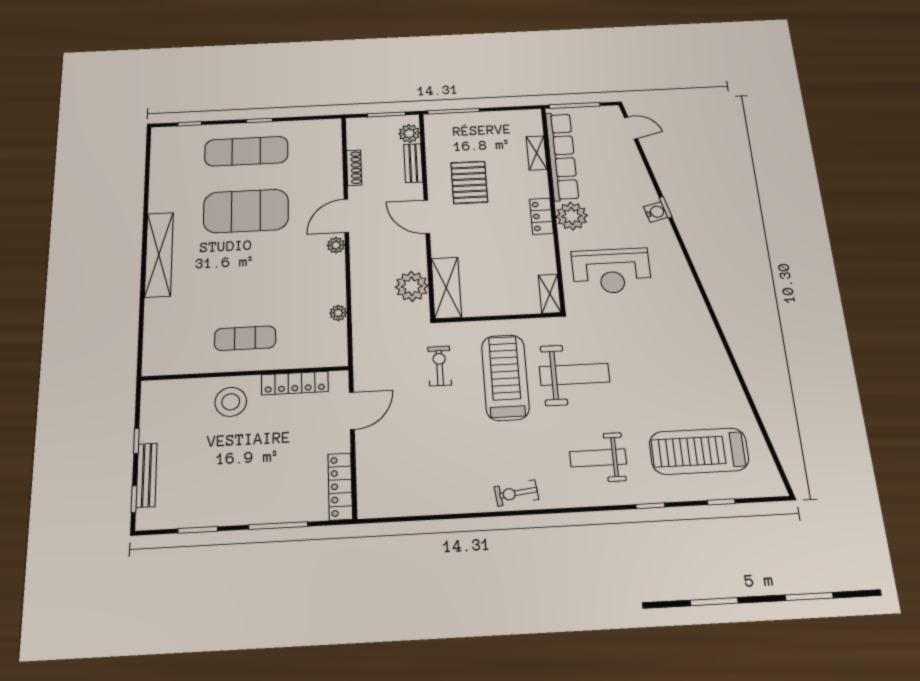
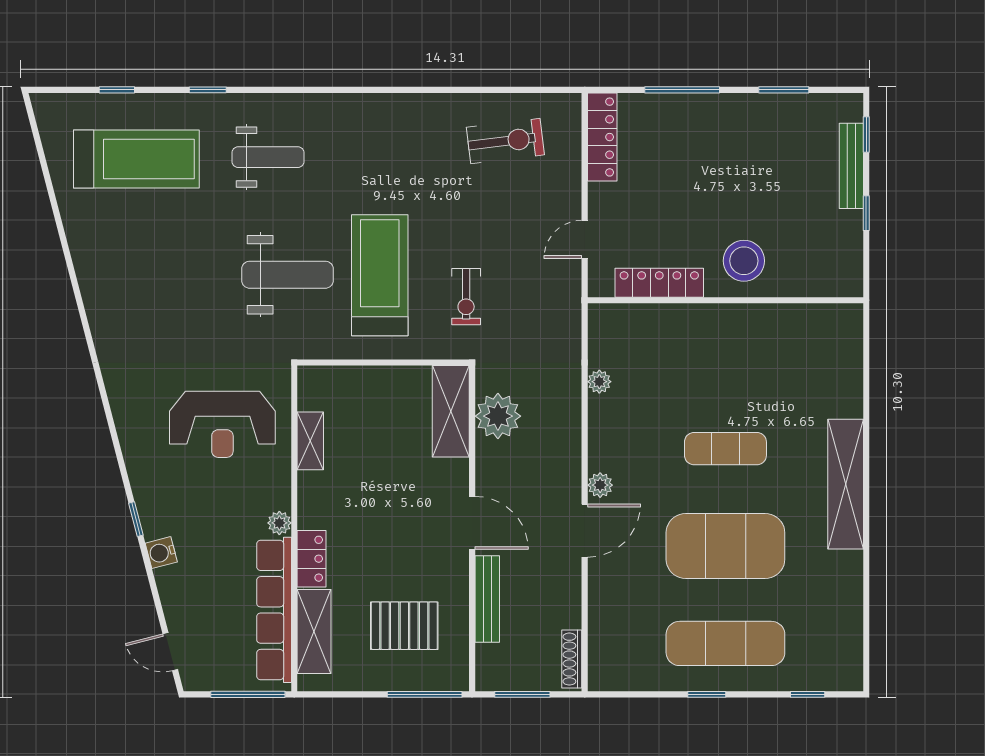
plant: (409, 133) -> (491, 660), removed
shelving: (537, 153) -> (314, 632), width x1.50, depth x1.33
bench: (413, 163) -> (487, 599), width x1.36
shoe rack: (354, 168) -> (572, 659), moved
pallet: (469, 182) -> (404, 626), moved, turned 90
water cooler: (656, 212) -> (161, 553), moved
locker: (541, 216) -> (312, 559), moved
plant: (572, 216) -> (279, 523), width x0.53, depth x0.53
reception desk: (611, 271) -> (222, 424), turned 180
shelving: (550, 294) -> (310, 441), moved
exercise mat: (245, 338) -> (725, 449), moved
weight bench: (575, 374) -> (288, 275), turned 180
treadmill: (505, 377) -> (380, 275), turned 180
door: (352, 411) -> (585, 239), width x0.73
exercise bike: (516, 493) -> (505, 141), moved, width x1.38, depth x1.39

